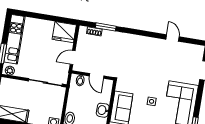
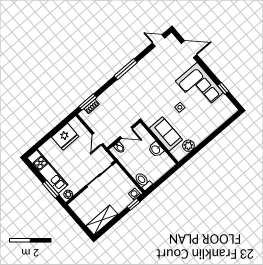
window: (106, 27) -> (88, 102), moved
fridge: (64, 32) -> (65, 137), moved
window: (146, 34) -> (126, 69), added
door: (173, 38) -> (159, 41), moved

